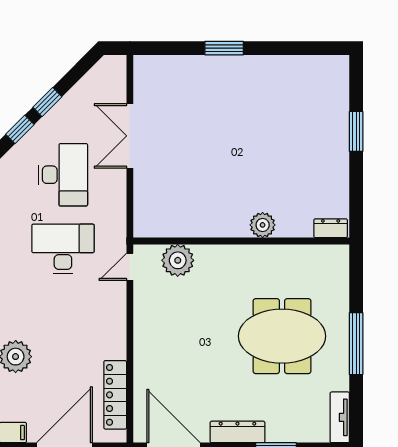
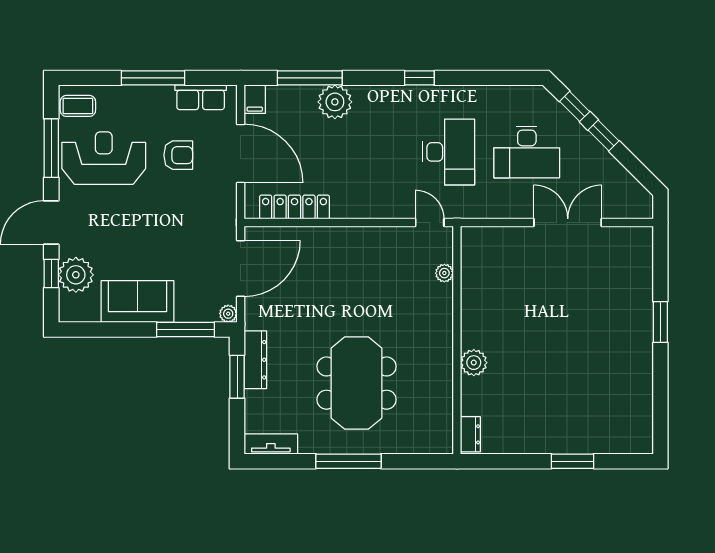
plant: (178, 260) -> (444, 273), width x0.53, depth x0.53
dresser: (237, 432) -> (255, 360), moved

